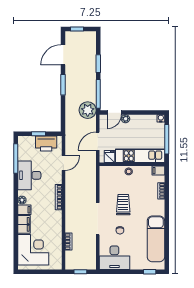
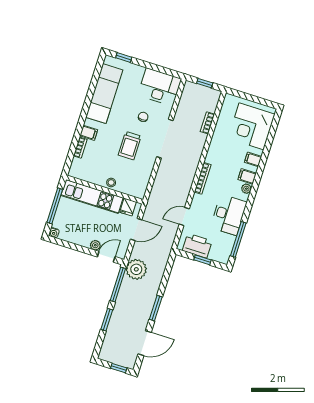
filing cabinet: (158, 171) -> (89, 133), moved
filing cabinet: (24, 224) -> (253, 159), width x0.50

